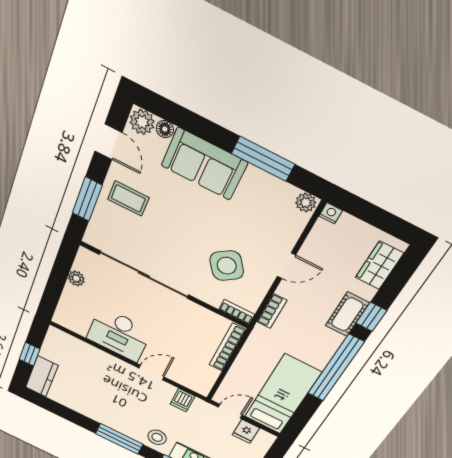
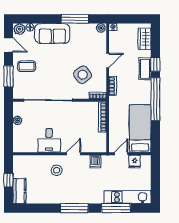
desk: (119, 334) -> (49, 140), width x0.73
stool: (157, 437) -> (57, 170), moved

